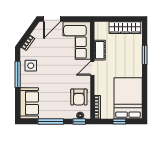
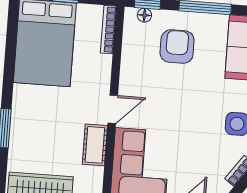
armchair: (79, 97) -> (177, 47), moved

